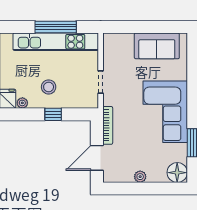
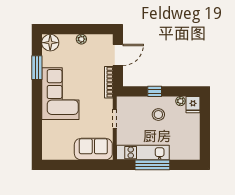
kitchen unit: (56, 42) -> (143, 153), width x0.73
sofa: (157, 46) -> (93, 149), moved

